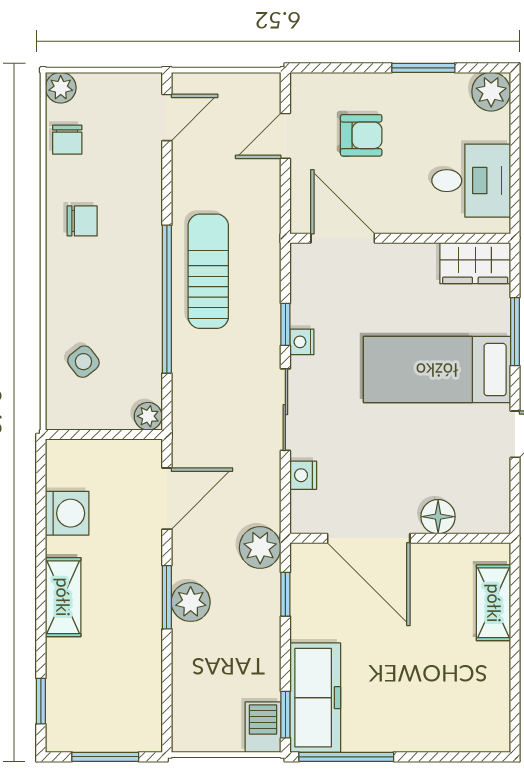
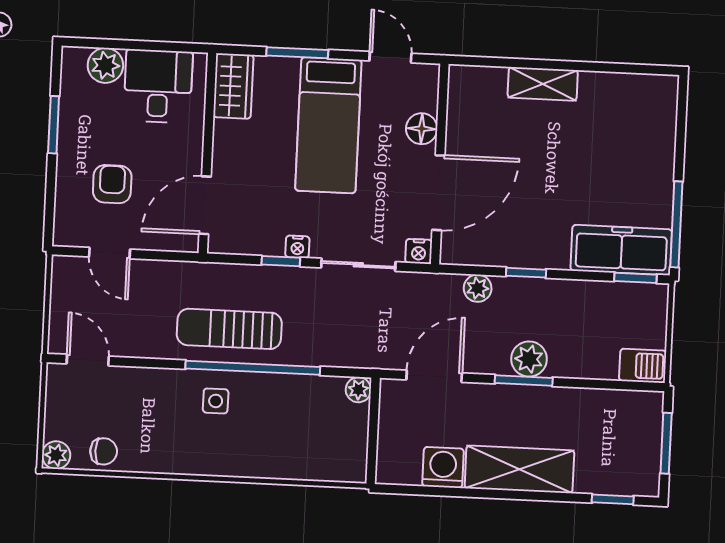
plant: (491, 92) -> (105, 65), moved
chair: (82, 221) -> (178, 441), removed
side table: (83, 362) -> (216, 401), moved, turned 38
door: (167, 499) -> (434, 376), hinge flipped
floor lamp: (438, 517) -> (422, 129), moved
door: (369, 538) -> (438, 193), moved
wall: (400, 538) -> (440, 164), moved
plant: (260, 548) -> (478, 288), width x0.73, depth x0.73
shelving: (63, 597) -> (519, 469), width x1.50, depth x1.33
barbecue: (263, 727) -> (643, 366), moved, turned 180

